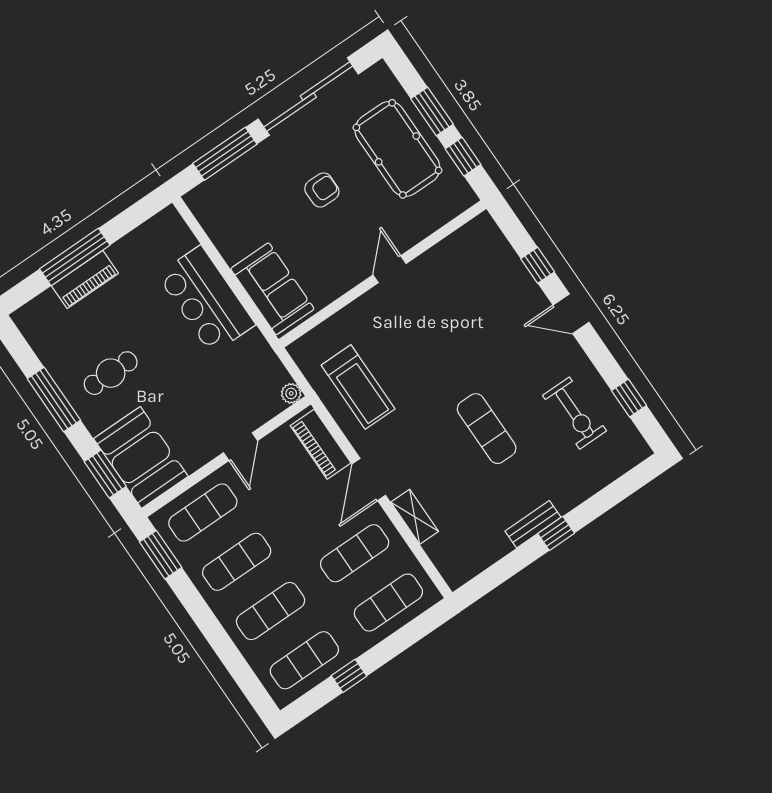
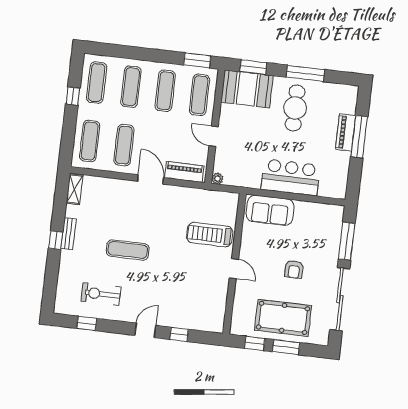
cafe table: (111, 373) -> (295, 108), width x1.37, depth x1.35
treadmill: (358, 387) -> (210, 235), moved
shelving: (415, 517) -> (75, 189), moved, turned 90

